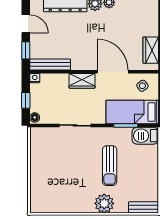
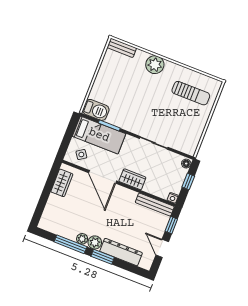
sun lounger: (110, 166) -> (191, 93), moved, turned 90

